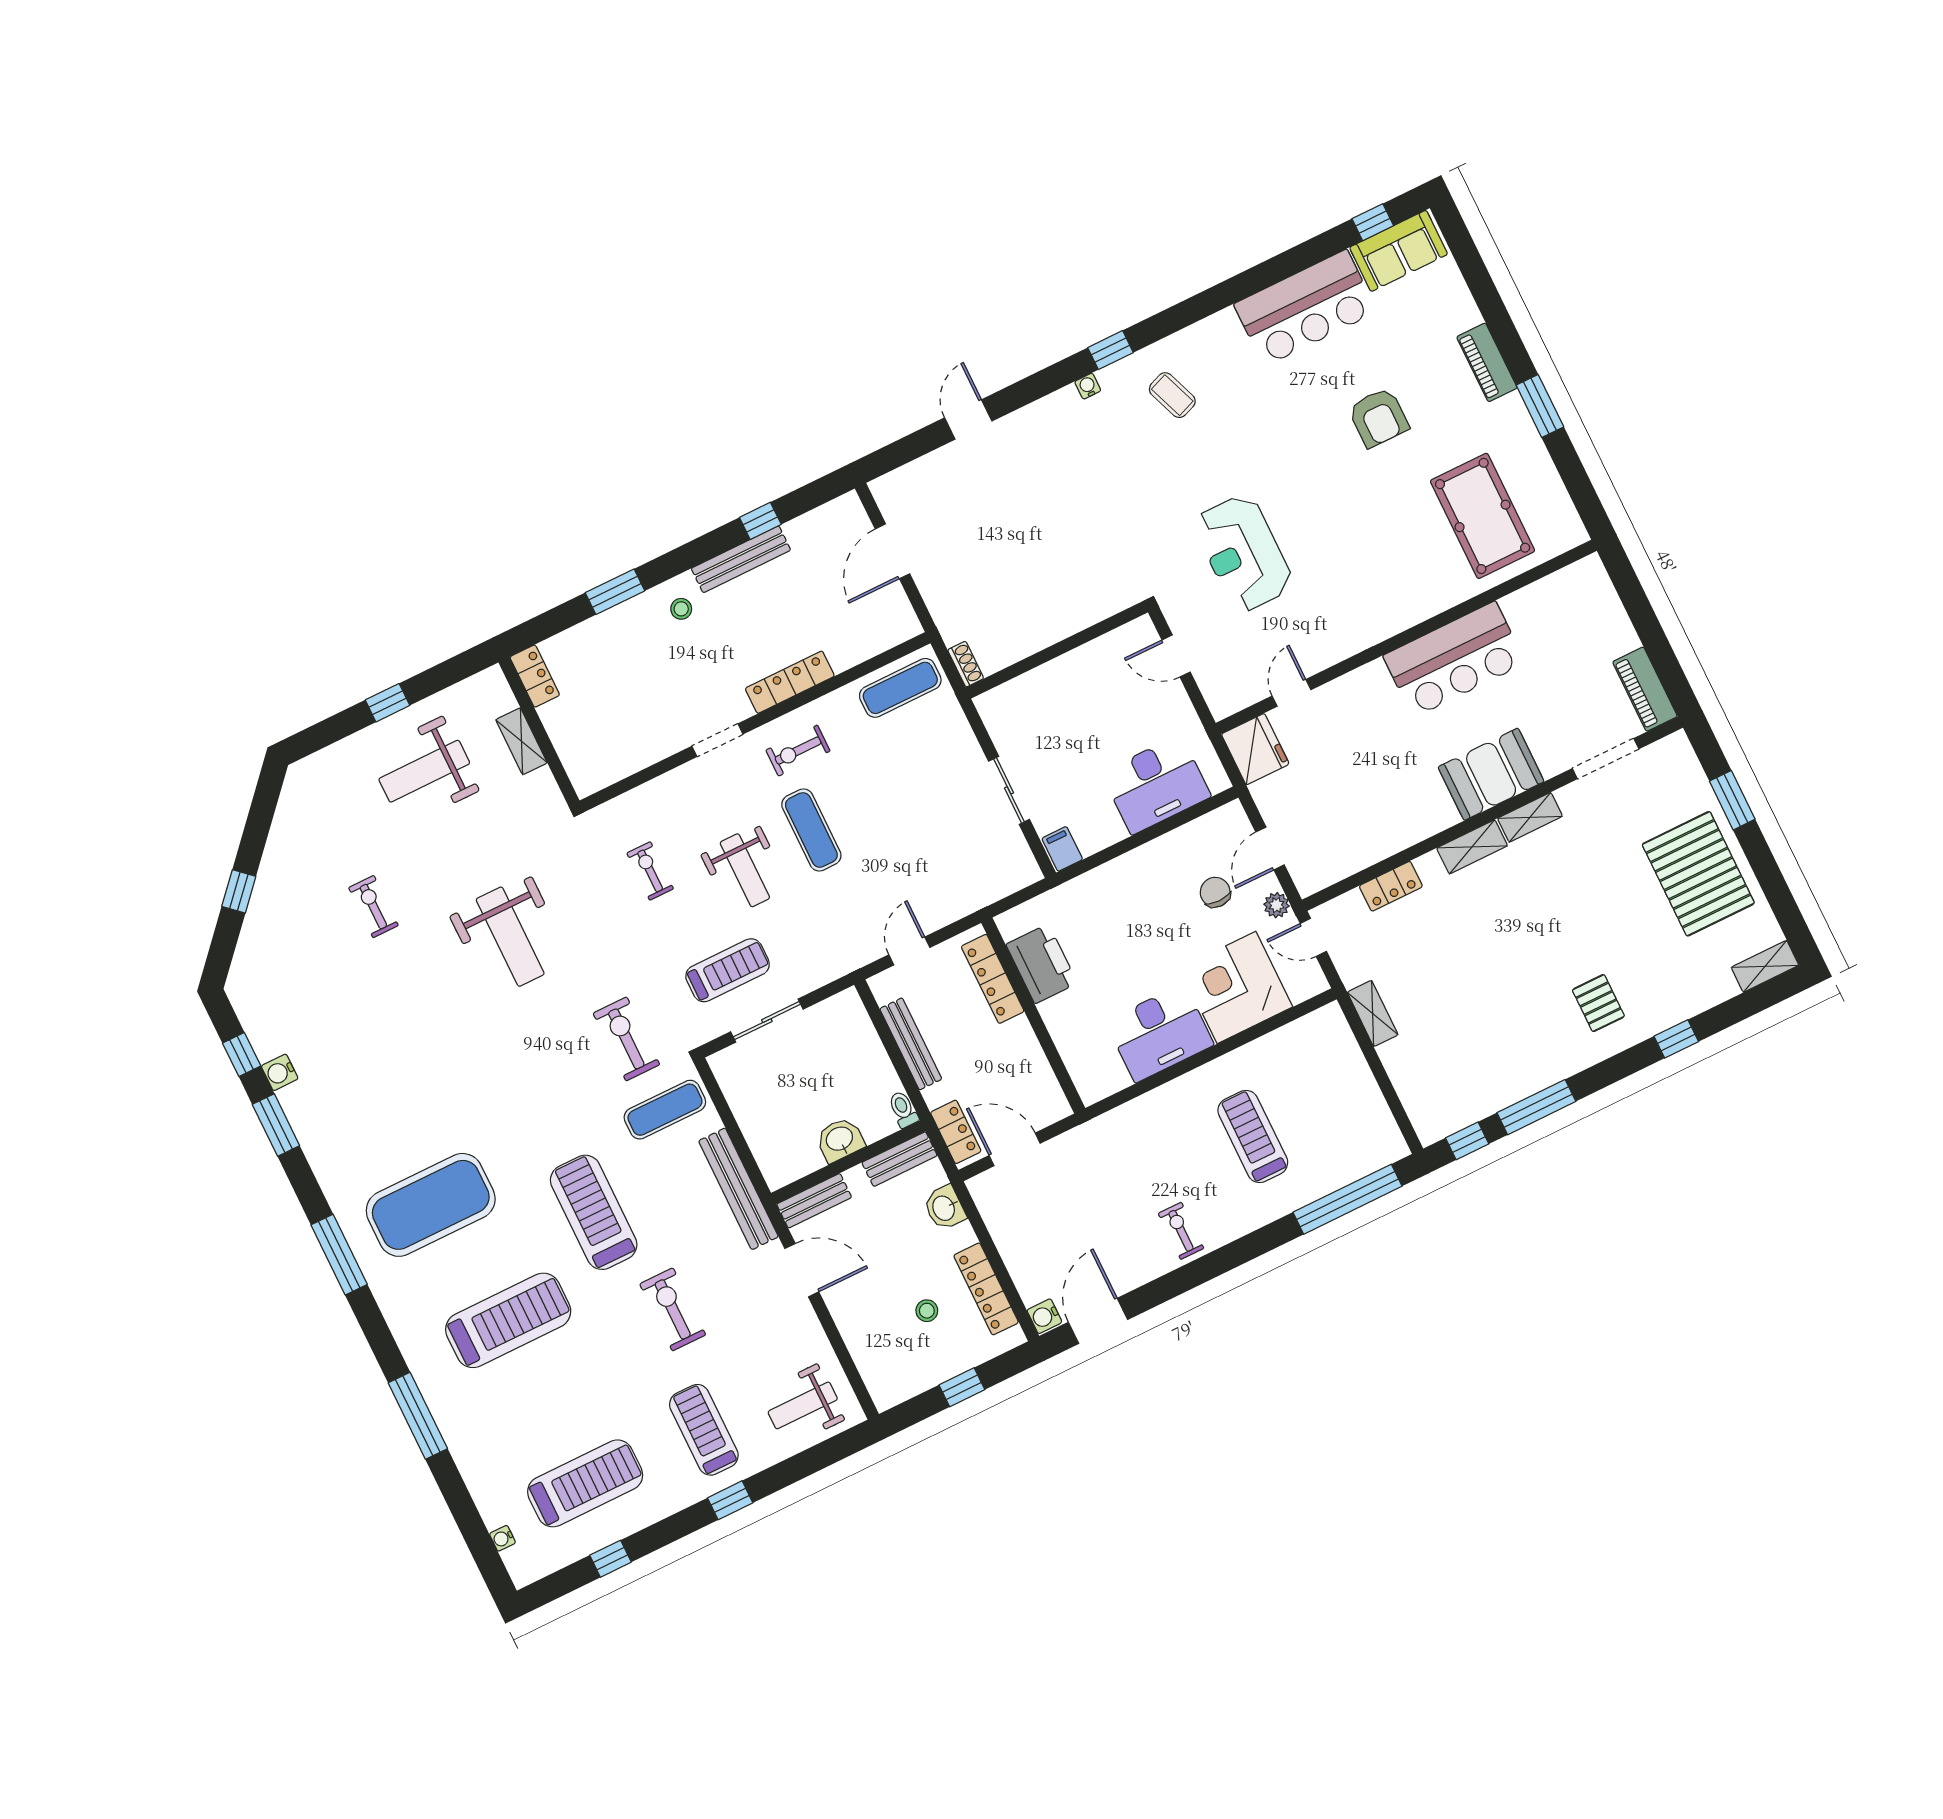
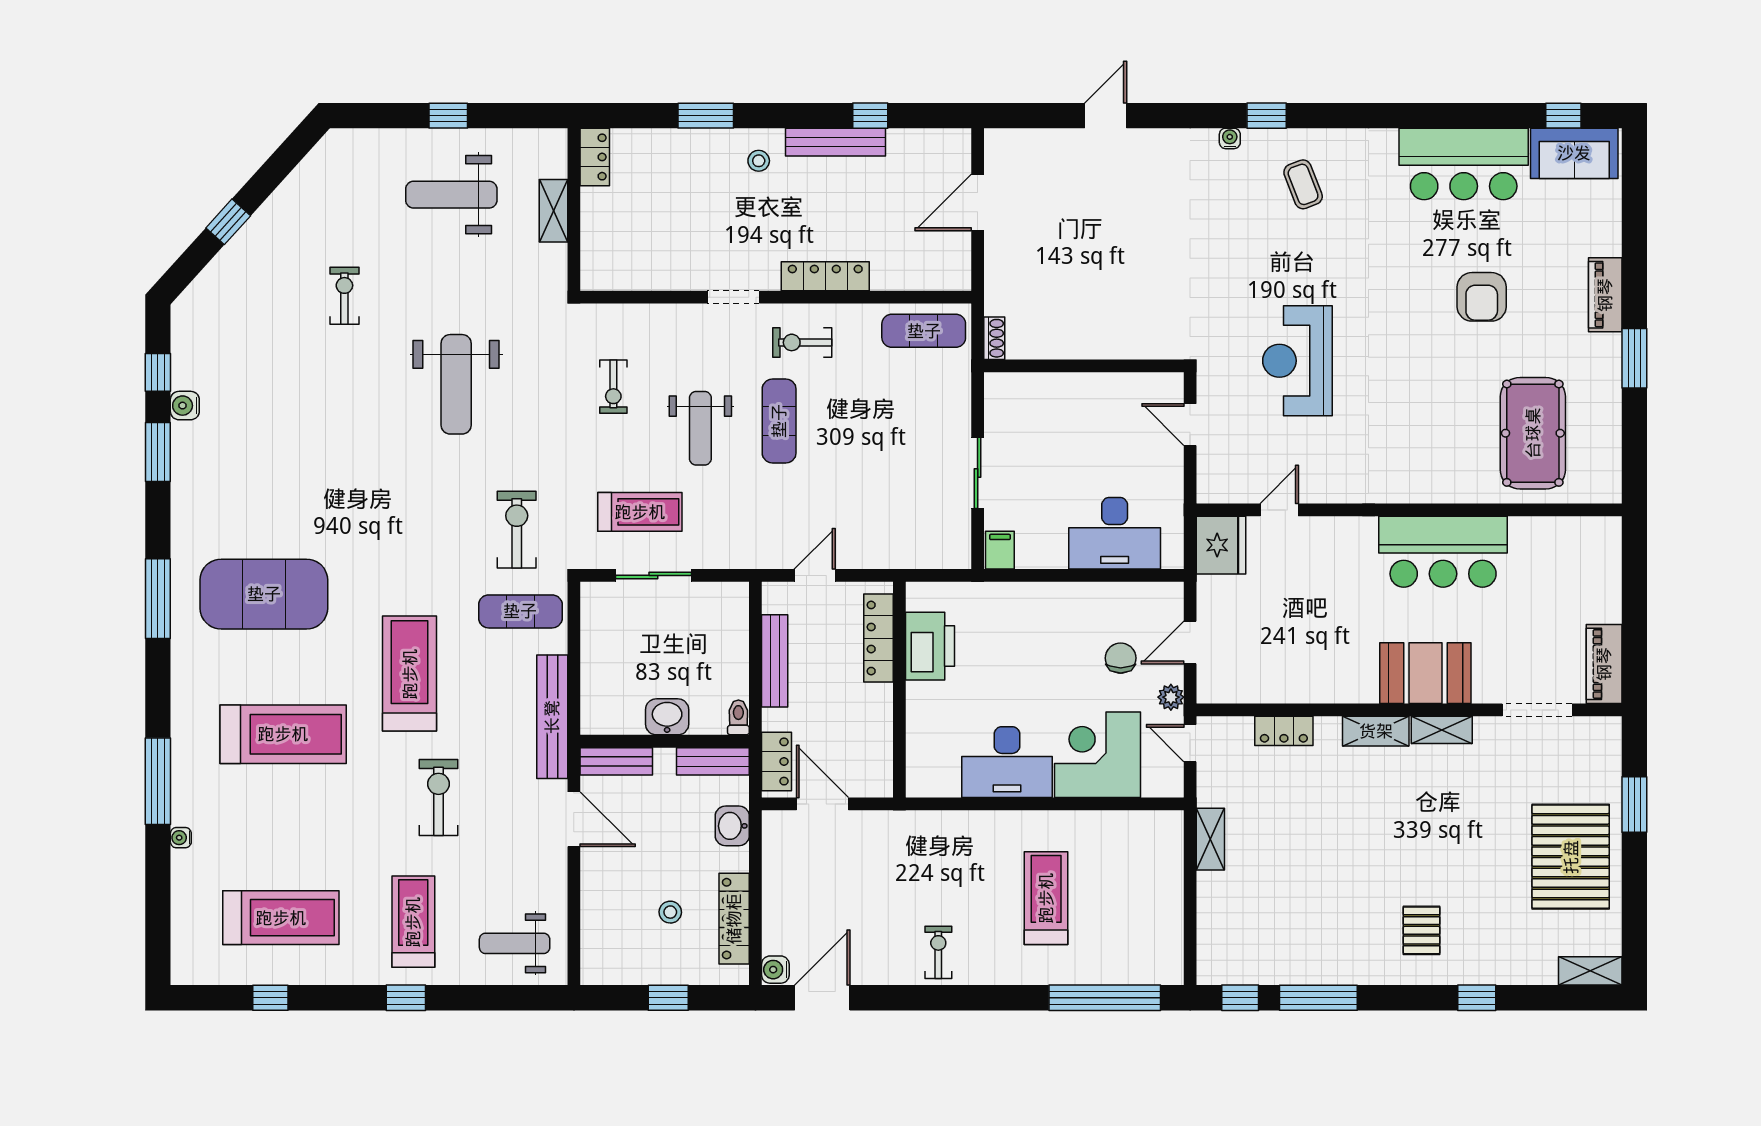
exercise bike: (650, 871) -> (613, 387), turned 180
water cooler: (503, 1538) -> (181, 838), moved

